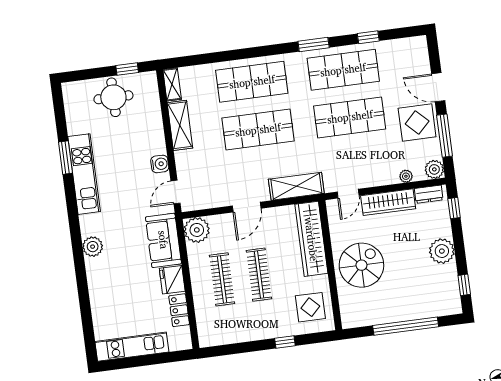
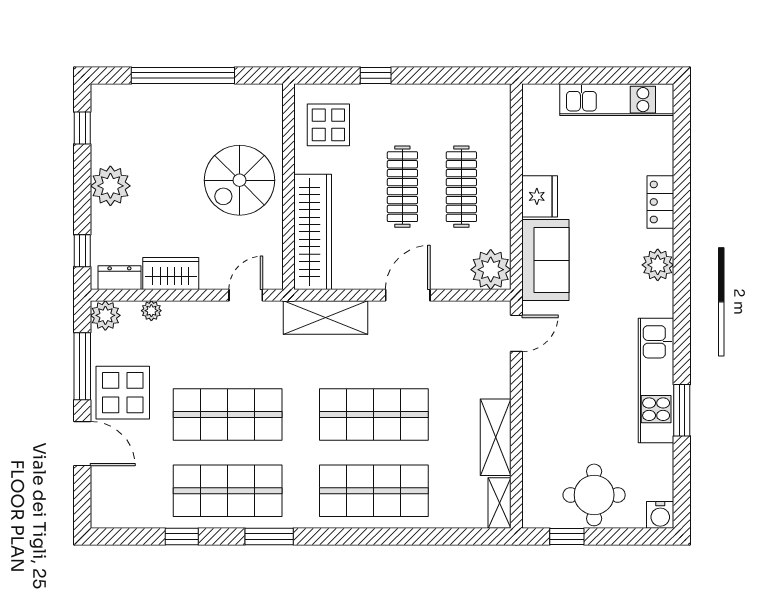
water cooler: (160, 164) -> (660, 515), moved, turned -90
wardrobe: (388, 202) -> (171, 274), width x0.67
locker: (179, 310) -> (660, 202), moved, turned 180

